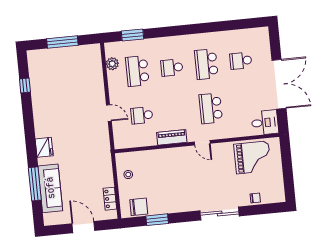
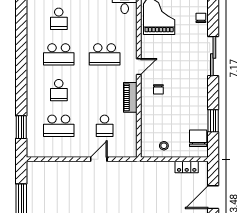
plant: (112, 64) -> (49, 151), removed
chair: (182, 164) -> (158, 89), added

